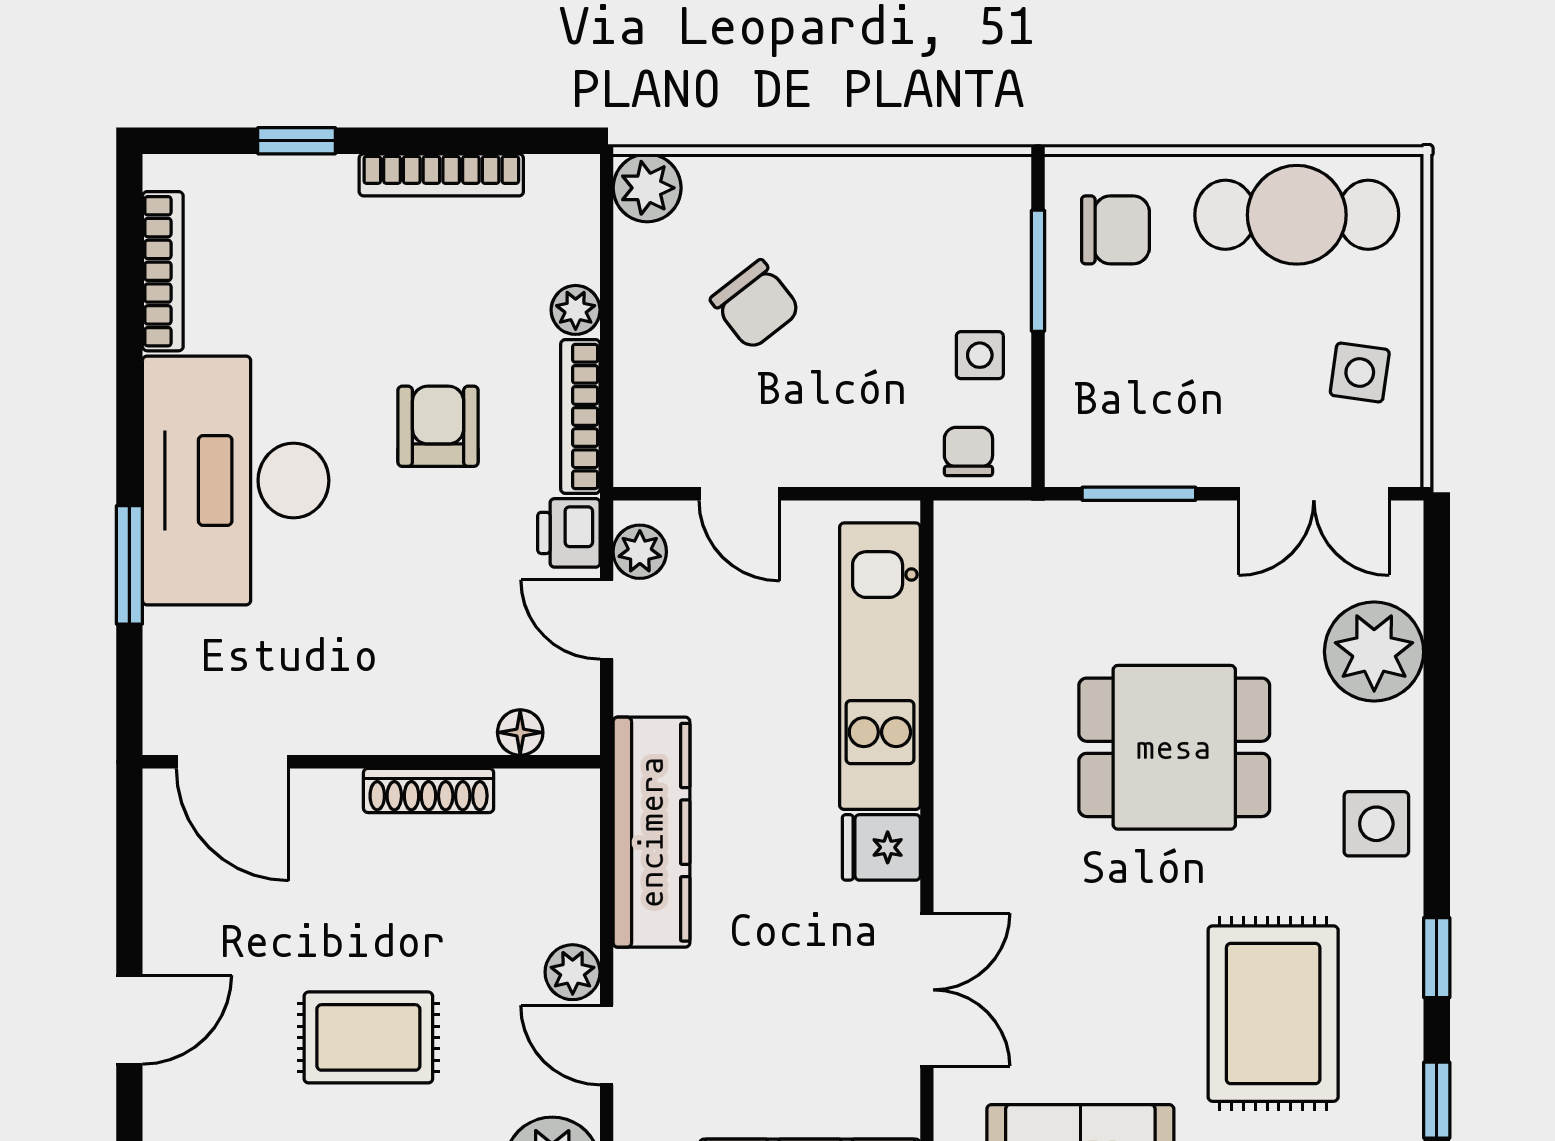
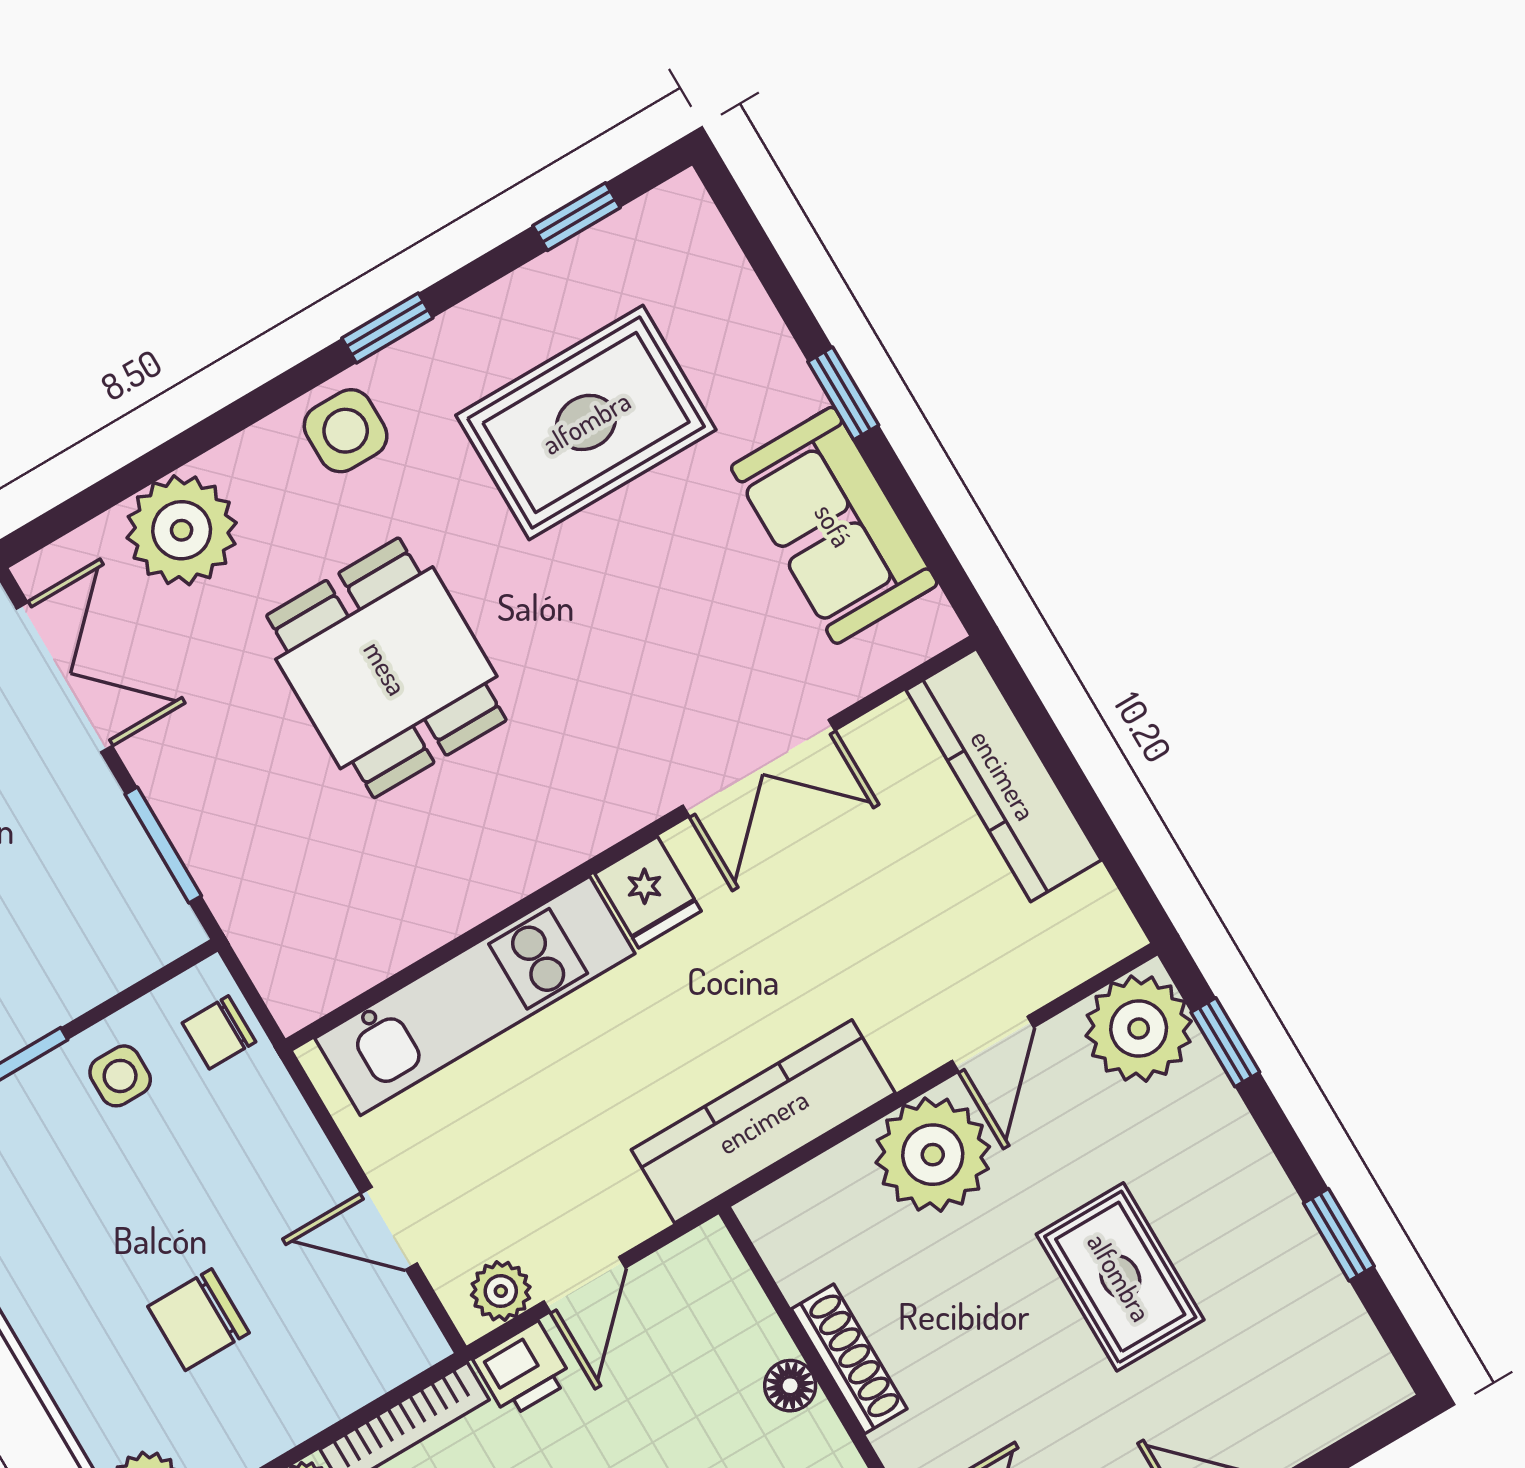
chair: (755, 305) -> (199, 1320), turned -142
door: (739, 494) -> (389, 1228), swing flipped
floor lamp: (520, 732) -> (790, 1386), moved
window: (1437, 958) -> (387, 328), moved
plant: (573, 972) -> (933, 1155), width x1.87, depth x1.87
double door: (927, 990) -> (759, 768), swing flipped

